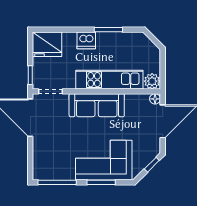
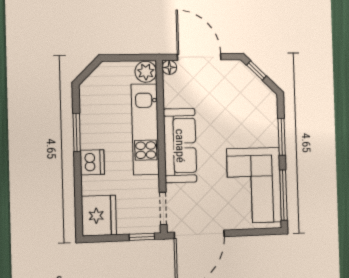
corner sofa: (104, 160) -> (254, 185), moved

